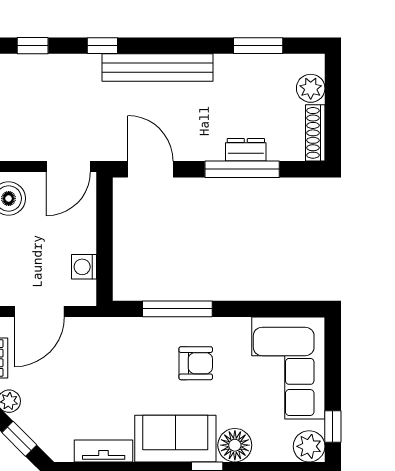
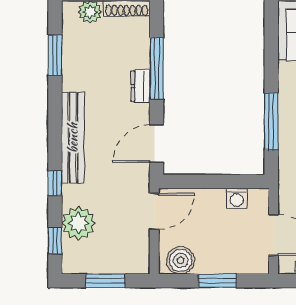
plant: (54, 74) -> (79, 223), added
dresser: (246, 150) -> (141, 86), moved
door: (68, 167) -> (154, 211), hinge flipped

